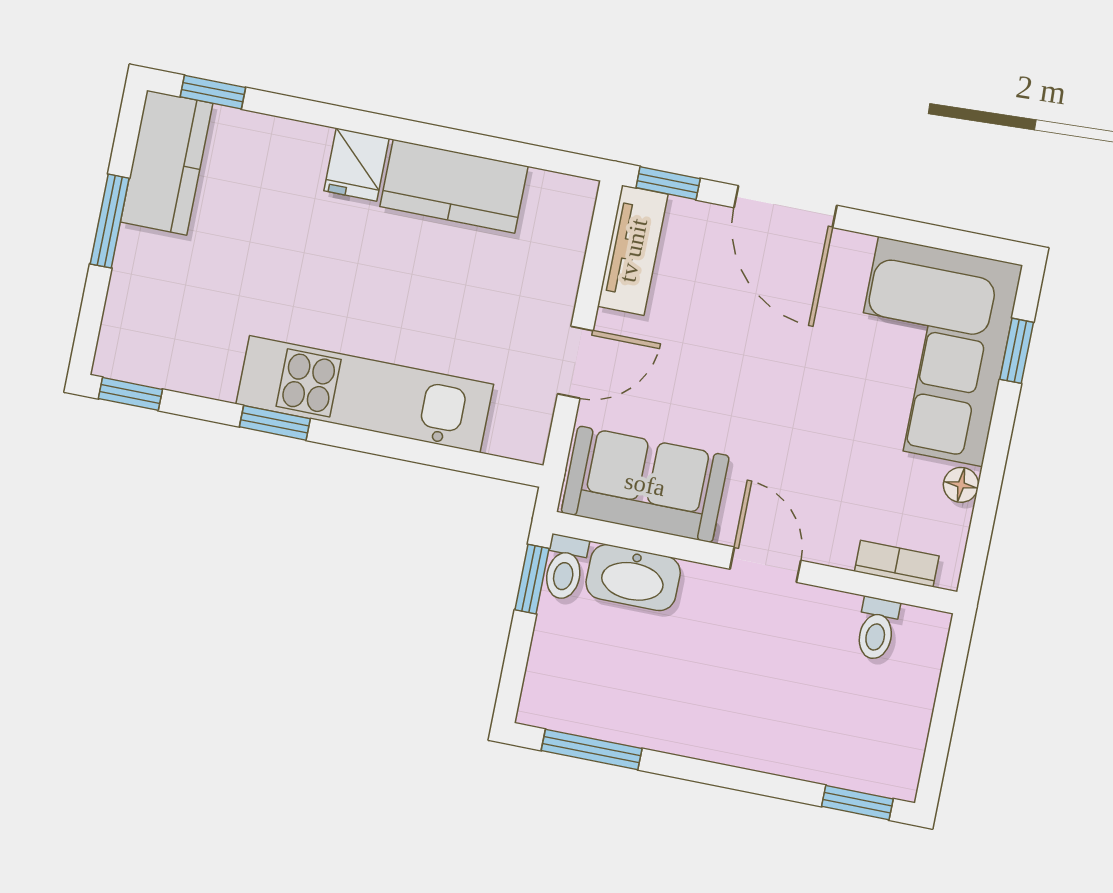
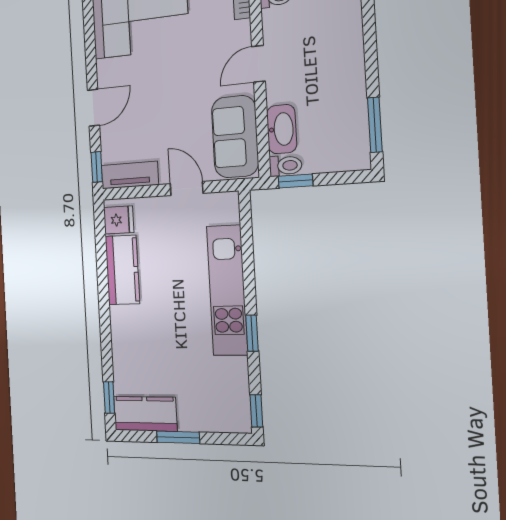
fridge: (357, 165) -> (119, 220), moved
door: (785, 207) -> (93, 108), width x0.73

